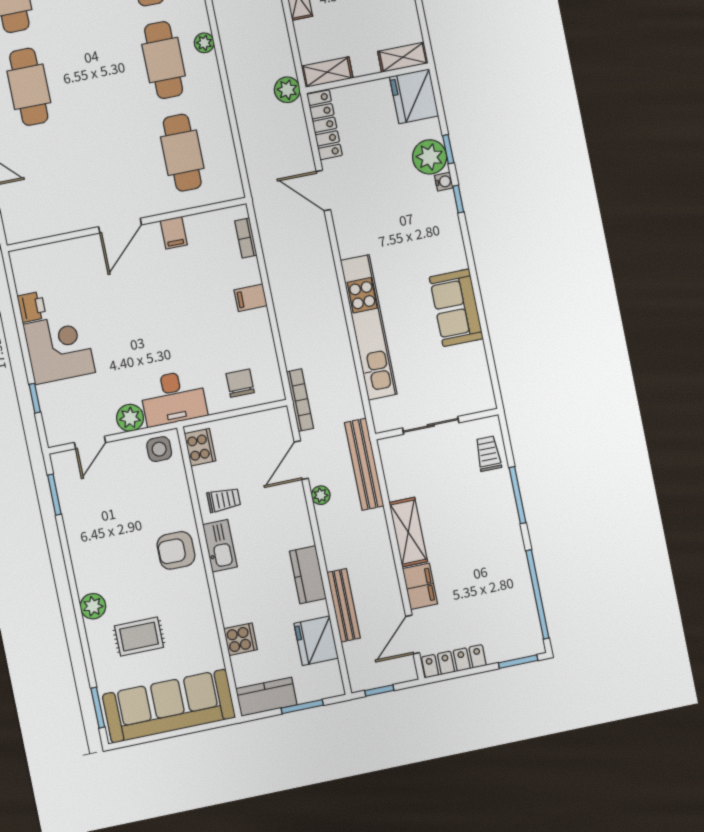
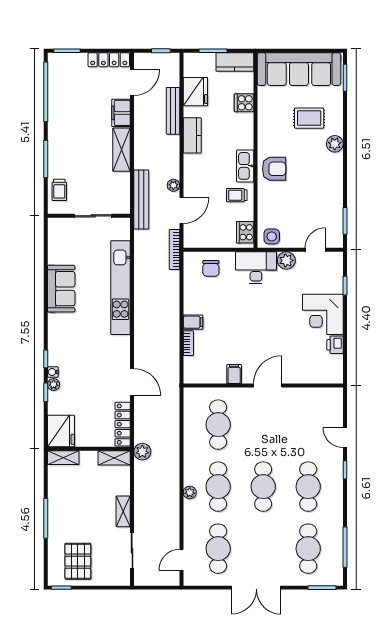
cafe table: (96, 73) -> (263, 487), added
plant: (430, 157) -> (54, 385), width x0.53, depth x0.53
bookcase: (246, 238) -> (188, 343), moved

